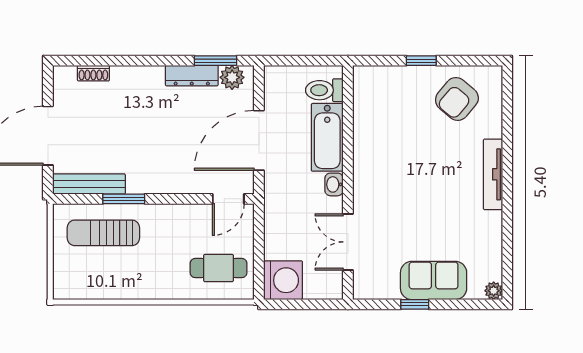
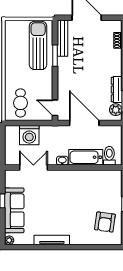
armchair: (457, 99) -> (105, 222), turned -122
tv unit: (493, 174) -> (52, 240), moved
sun lounger: (103, 233) -> (38, 45), width x1.36, depth x1.34
washing machine: (283, 280) -> (29, 135), moved
sofa: (434, 280) -> (14, 210), width x1.36

